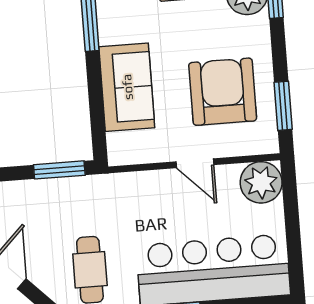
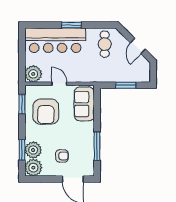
sofa: (127, 87) -> (84, 104), moved
window: (59, 170) -> (126, 85), moved

